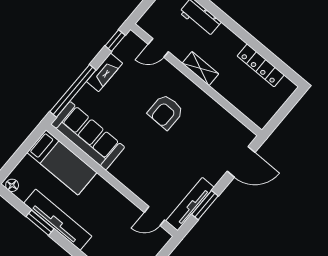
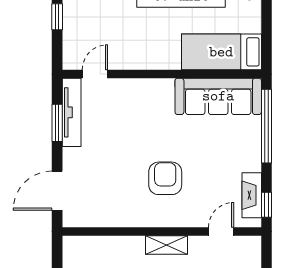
fireplace: (105, 72) -> (252, 195), moved

